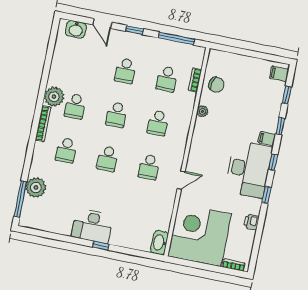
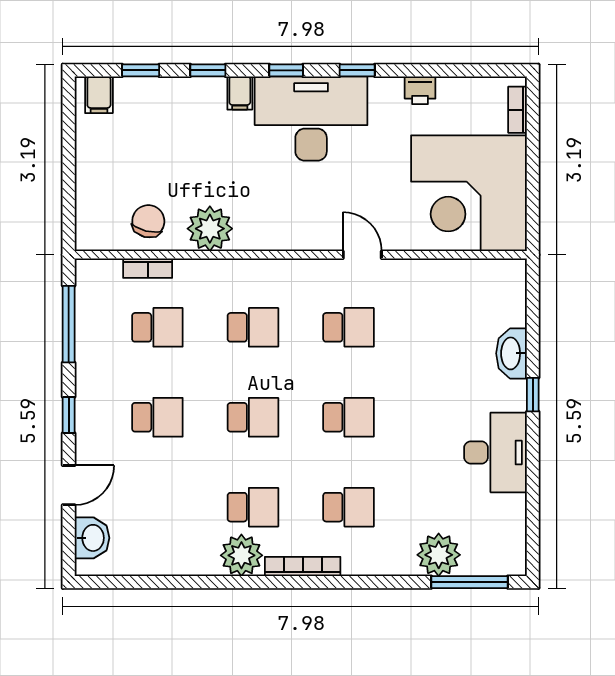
plant: (202, 111) -> (210, 229), width x1.87, depth x1.87
desk: (92, 226) -> (495, 452), moved
washbasin: (159, 243) -> (511, 353), moved, turned 90

